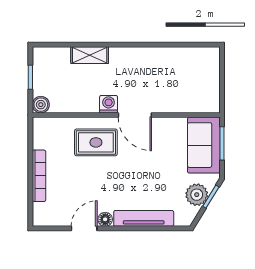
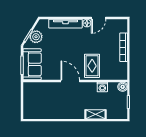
washing machine: (109, 104) -> (102, 87), moved
rug: (96, 142) -> (92, 66), turned 90

